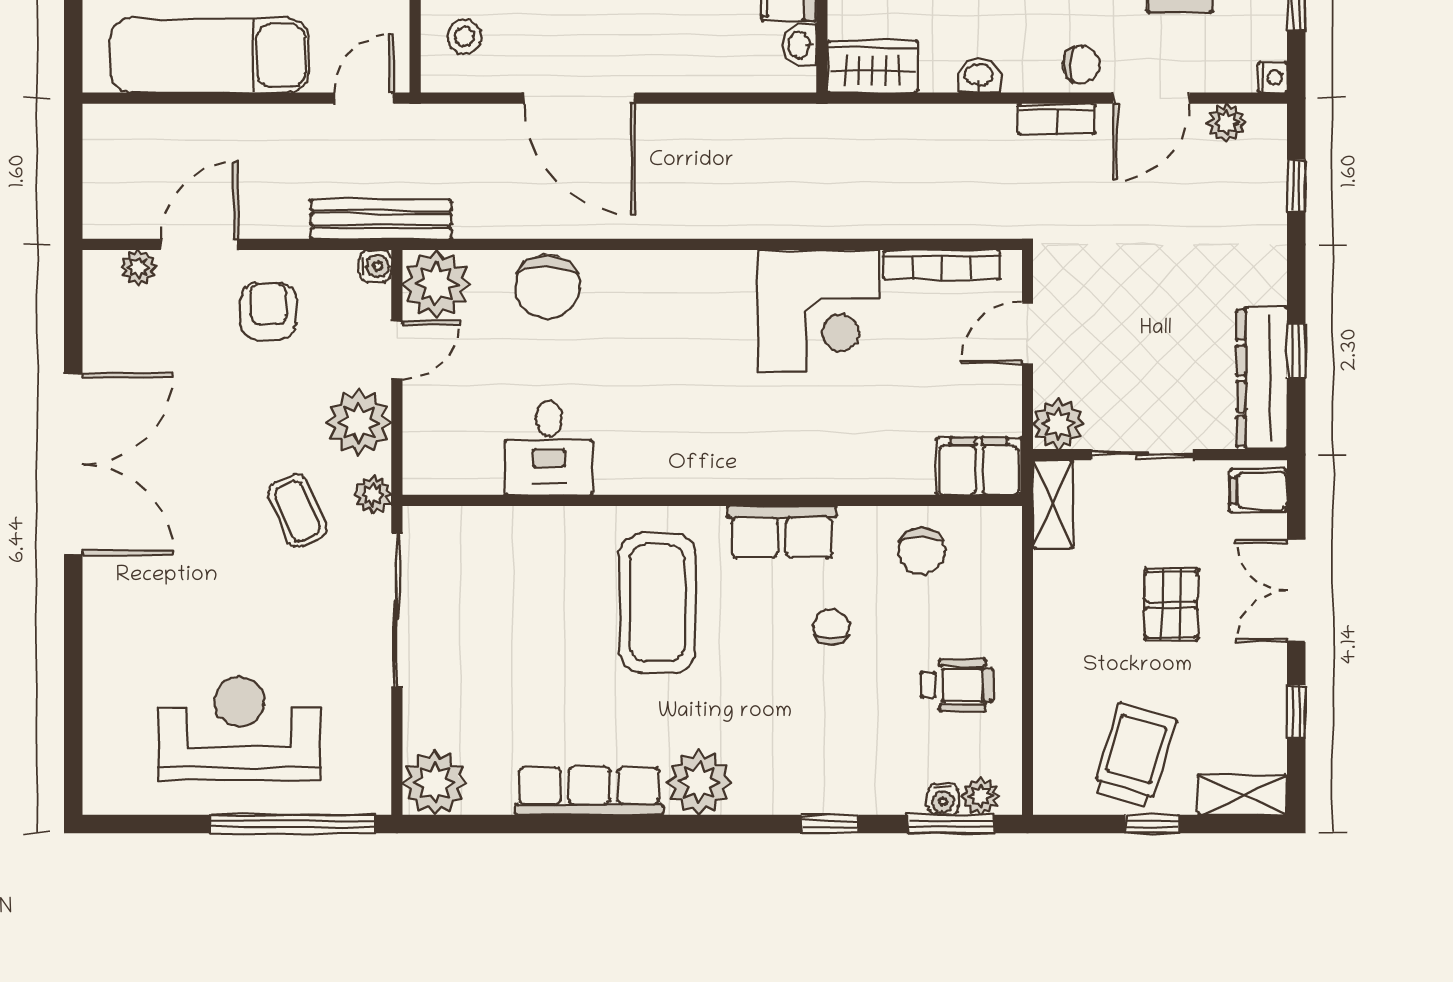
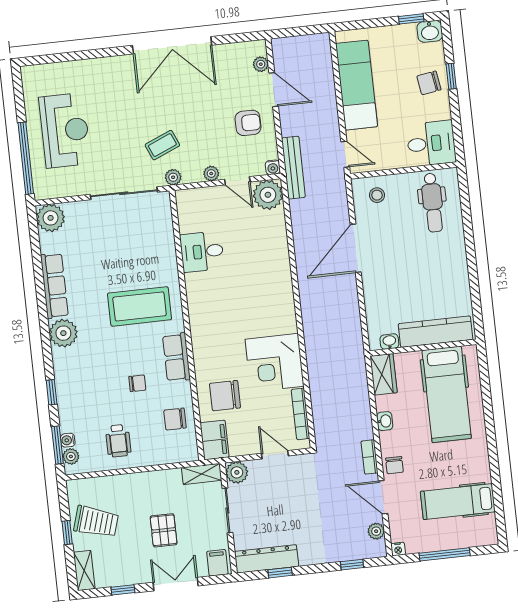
chair: (548, 286) -> (225, 396), moved
plant: (359, 422) -> (211, 174), width x0.53, depth x0.53
pallet: (1171, 604) -> (164, 530), turned 90

